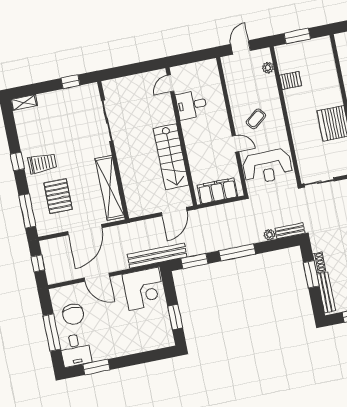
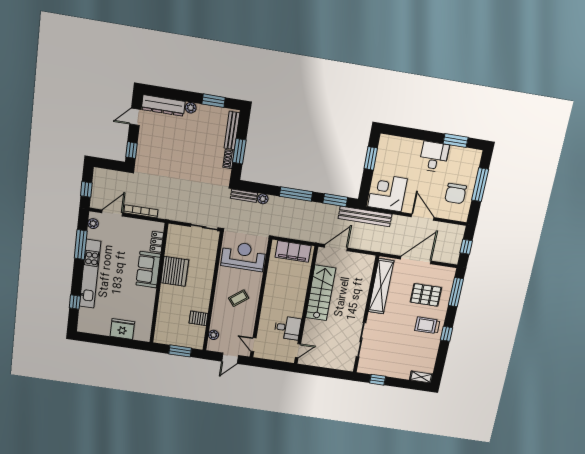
door: (235, 144) -> (253, 345), moved
pallet: (58, 196) -> (426, 295), turned 90
chair: (73, 314) -> (456, 193), turned 180
desk: (75, 350) -> (434, 157), moved

